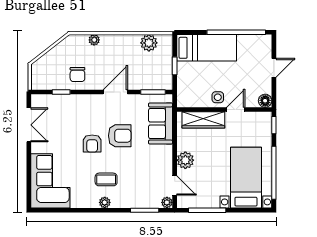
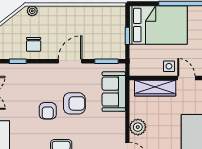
plant: (94, 40) -> (32, 11), moved
plant: (149, 43) -> (102, 14), removed
bed: (207, 48) -> (158, 25), width x1.50
door: (236, 110) -> (186, 78), hinge flipped

